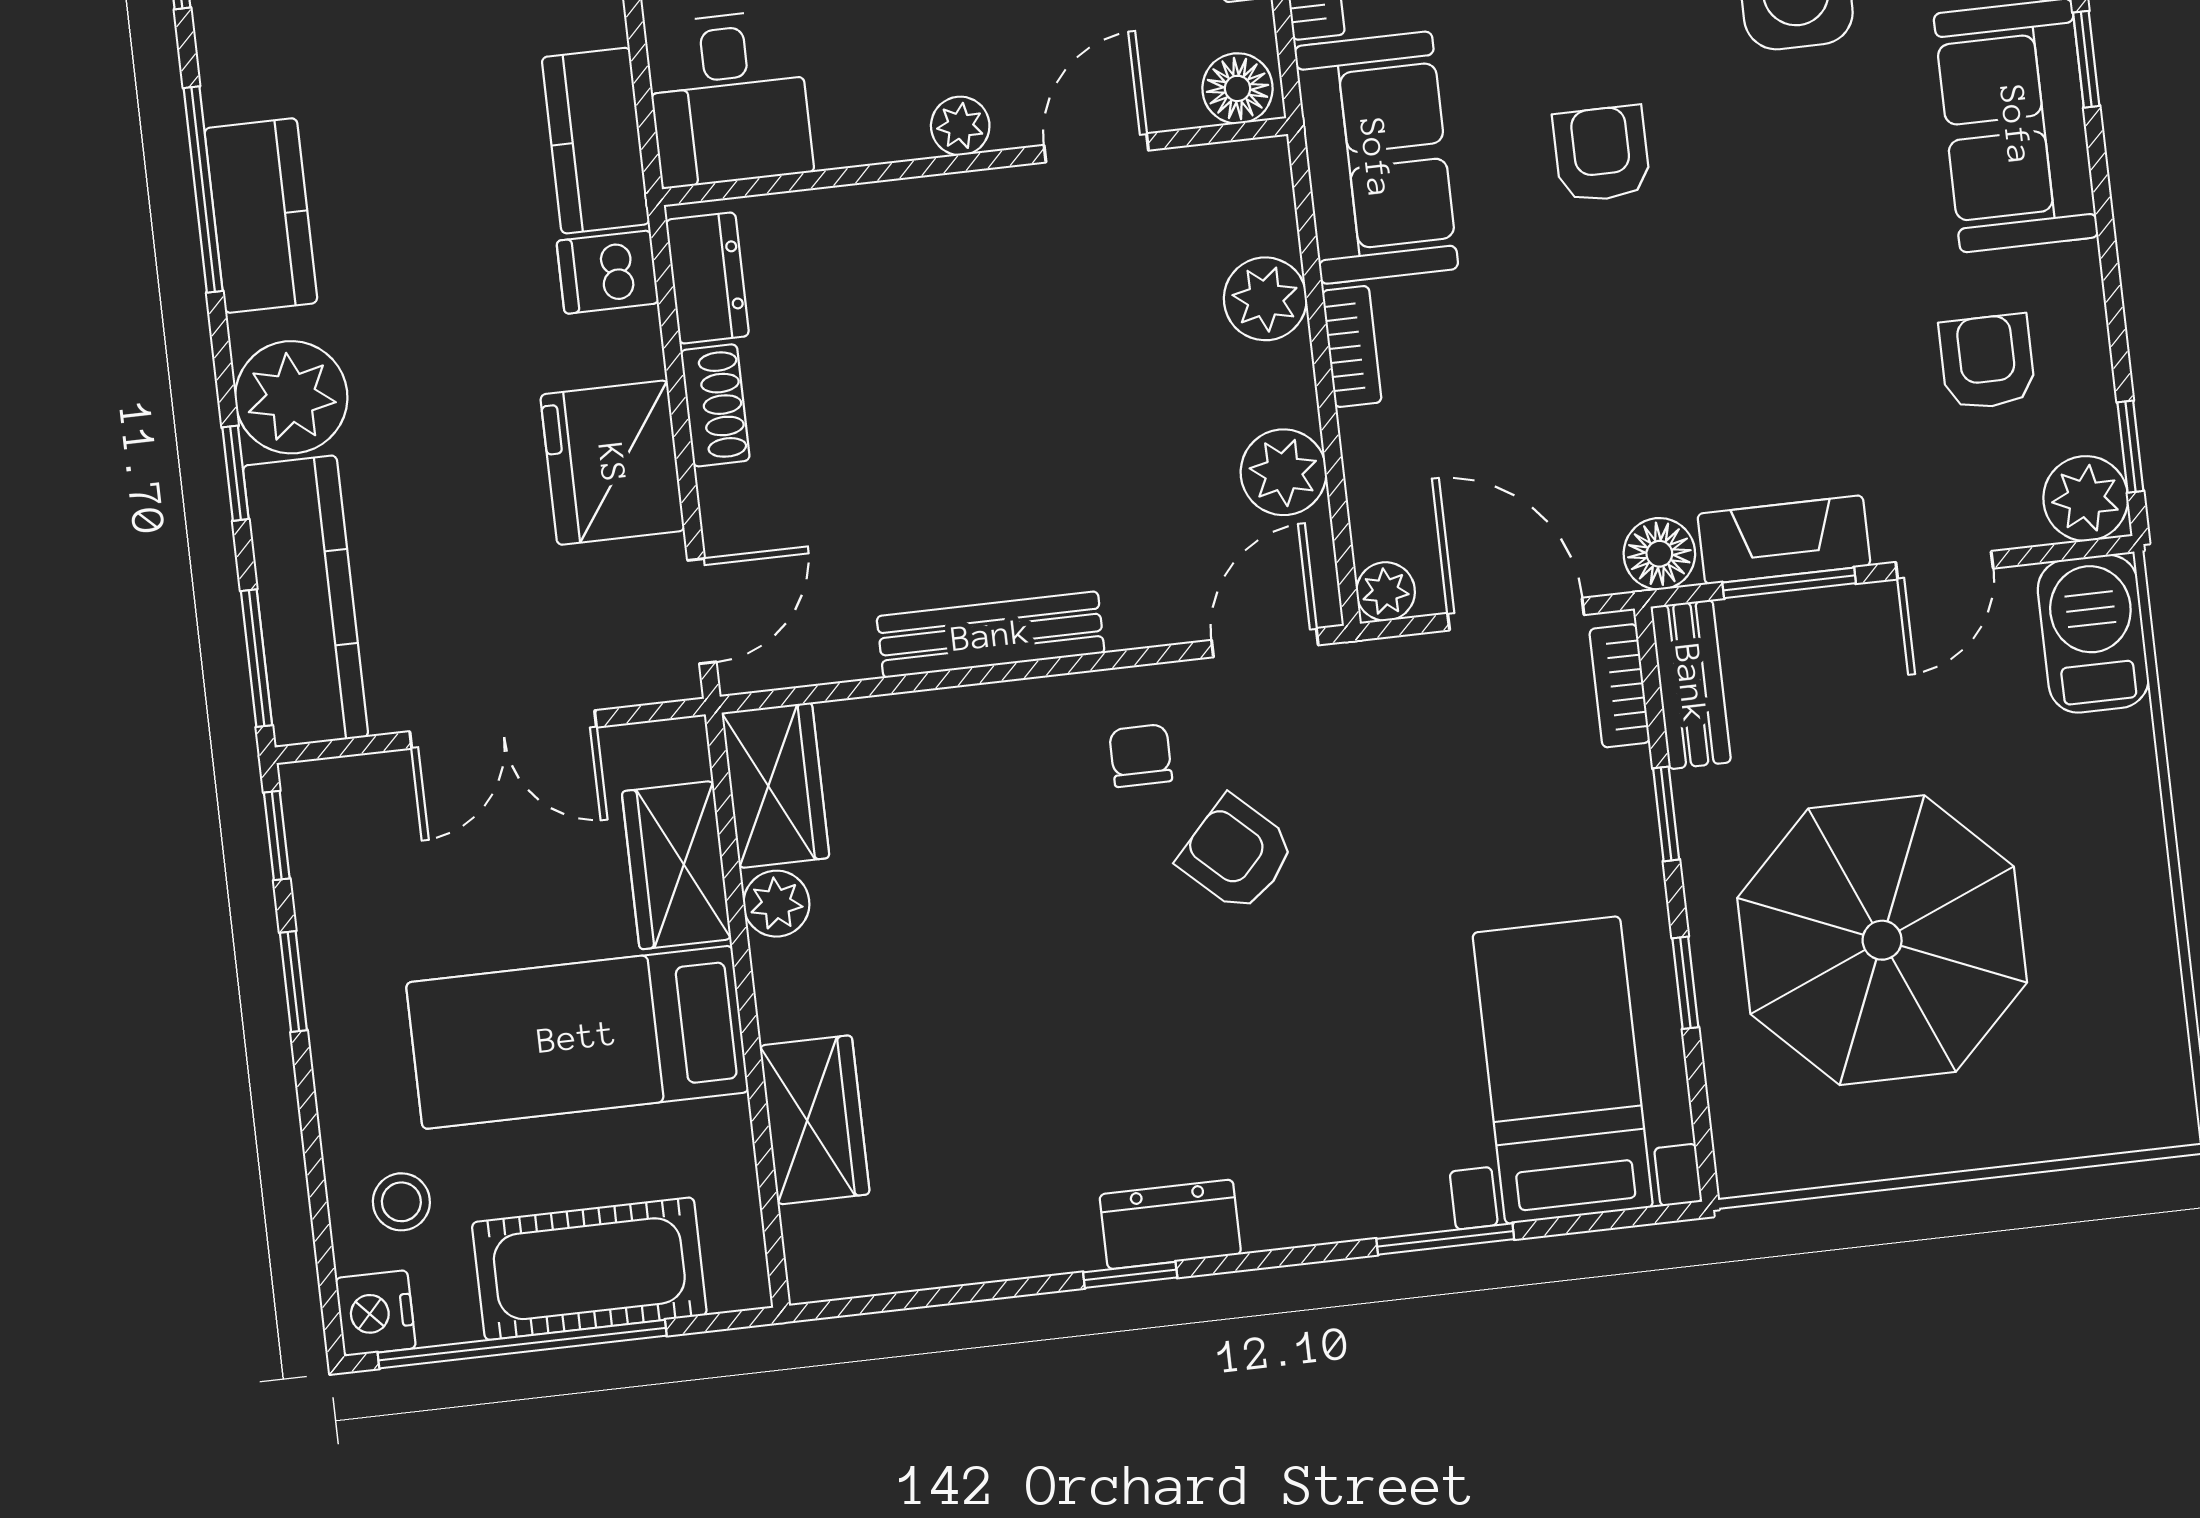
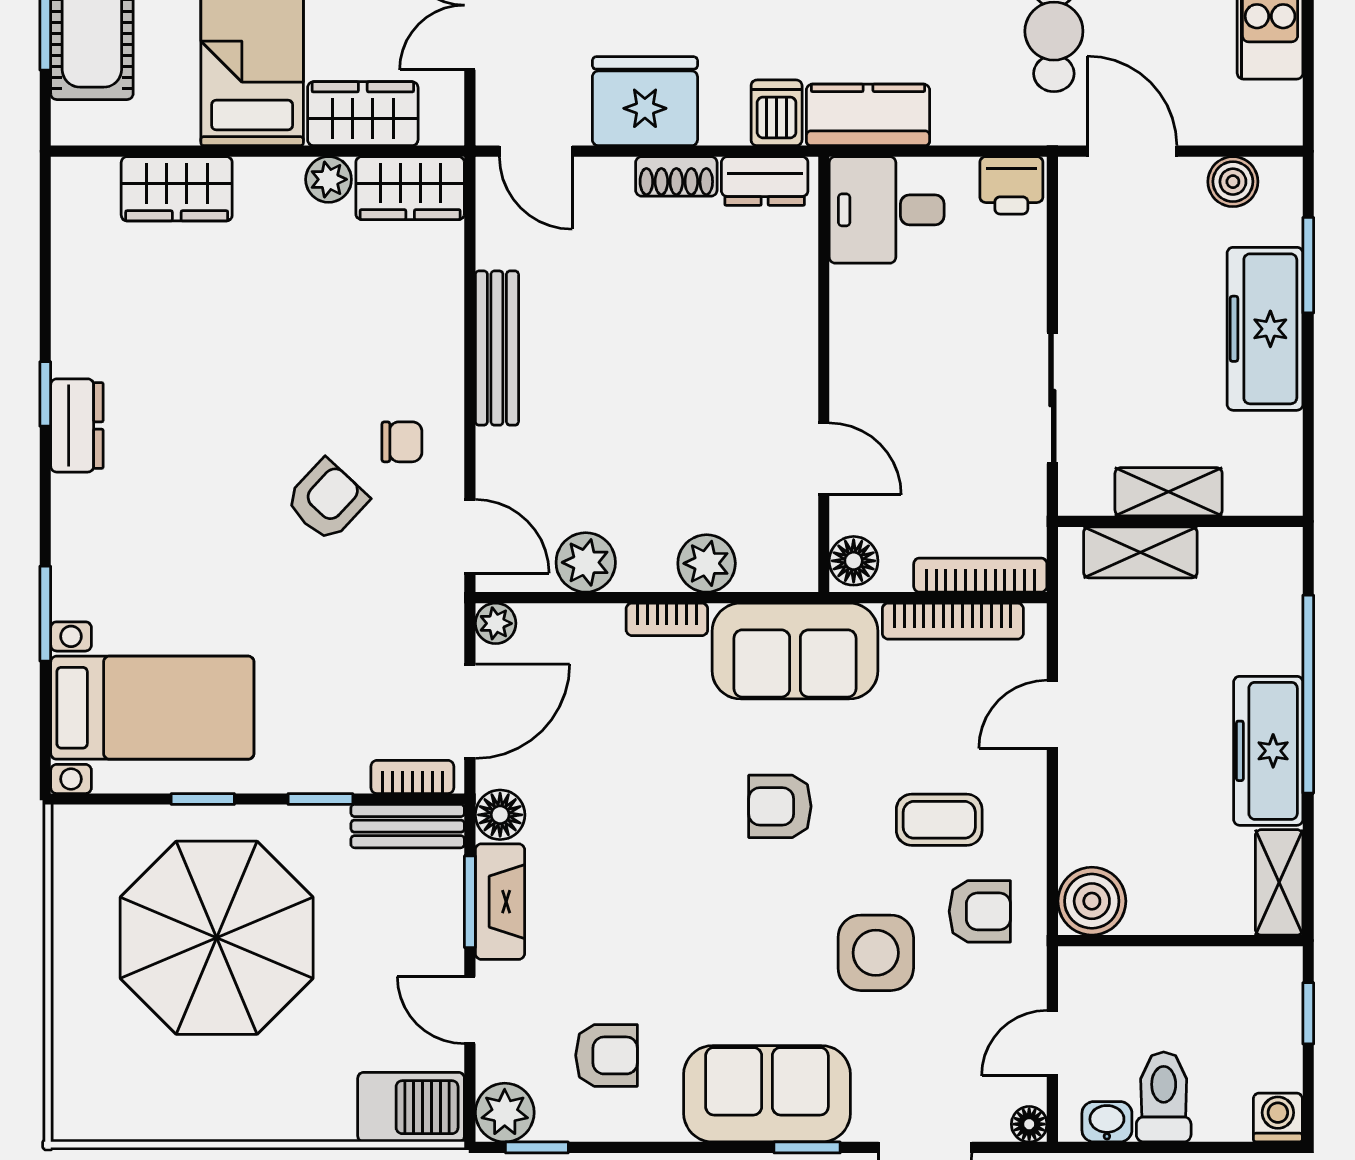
plant: (960, 126) -> (849, 367), removed
armchair: (1602, 154) -> (780, 806), turned 180

